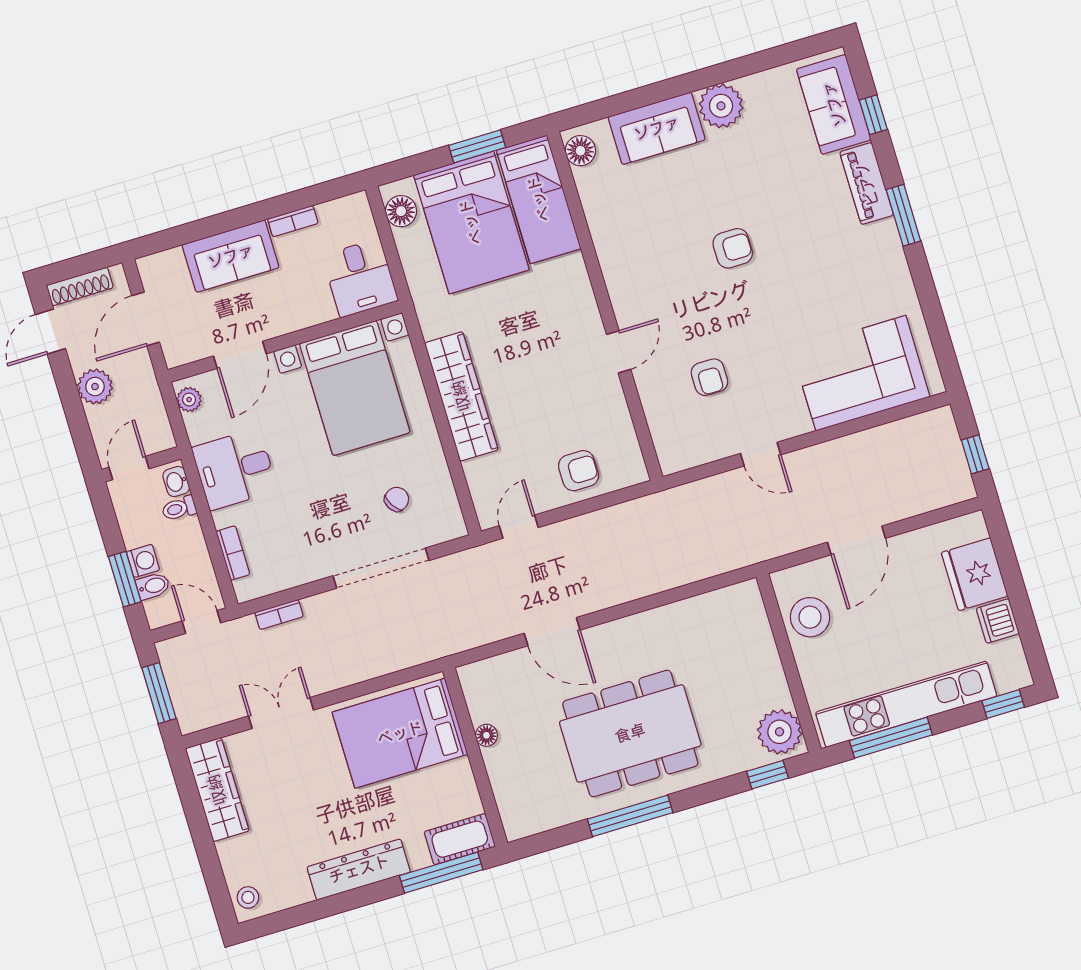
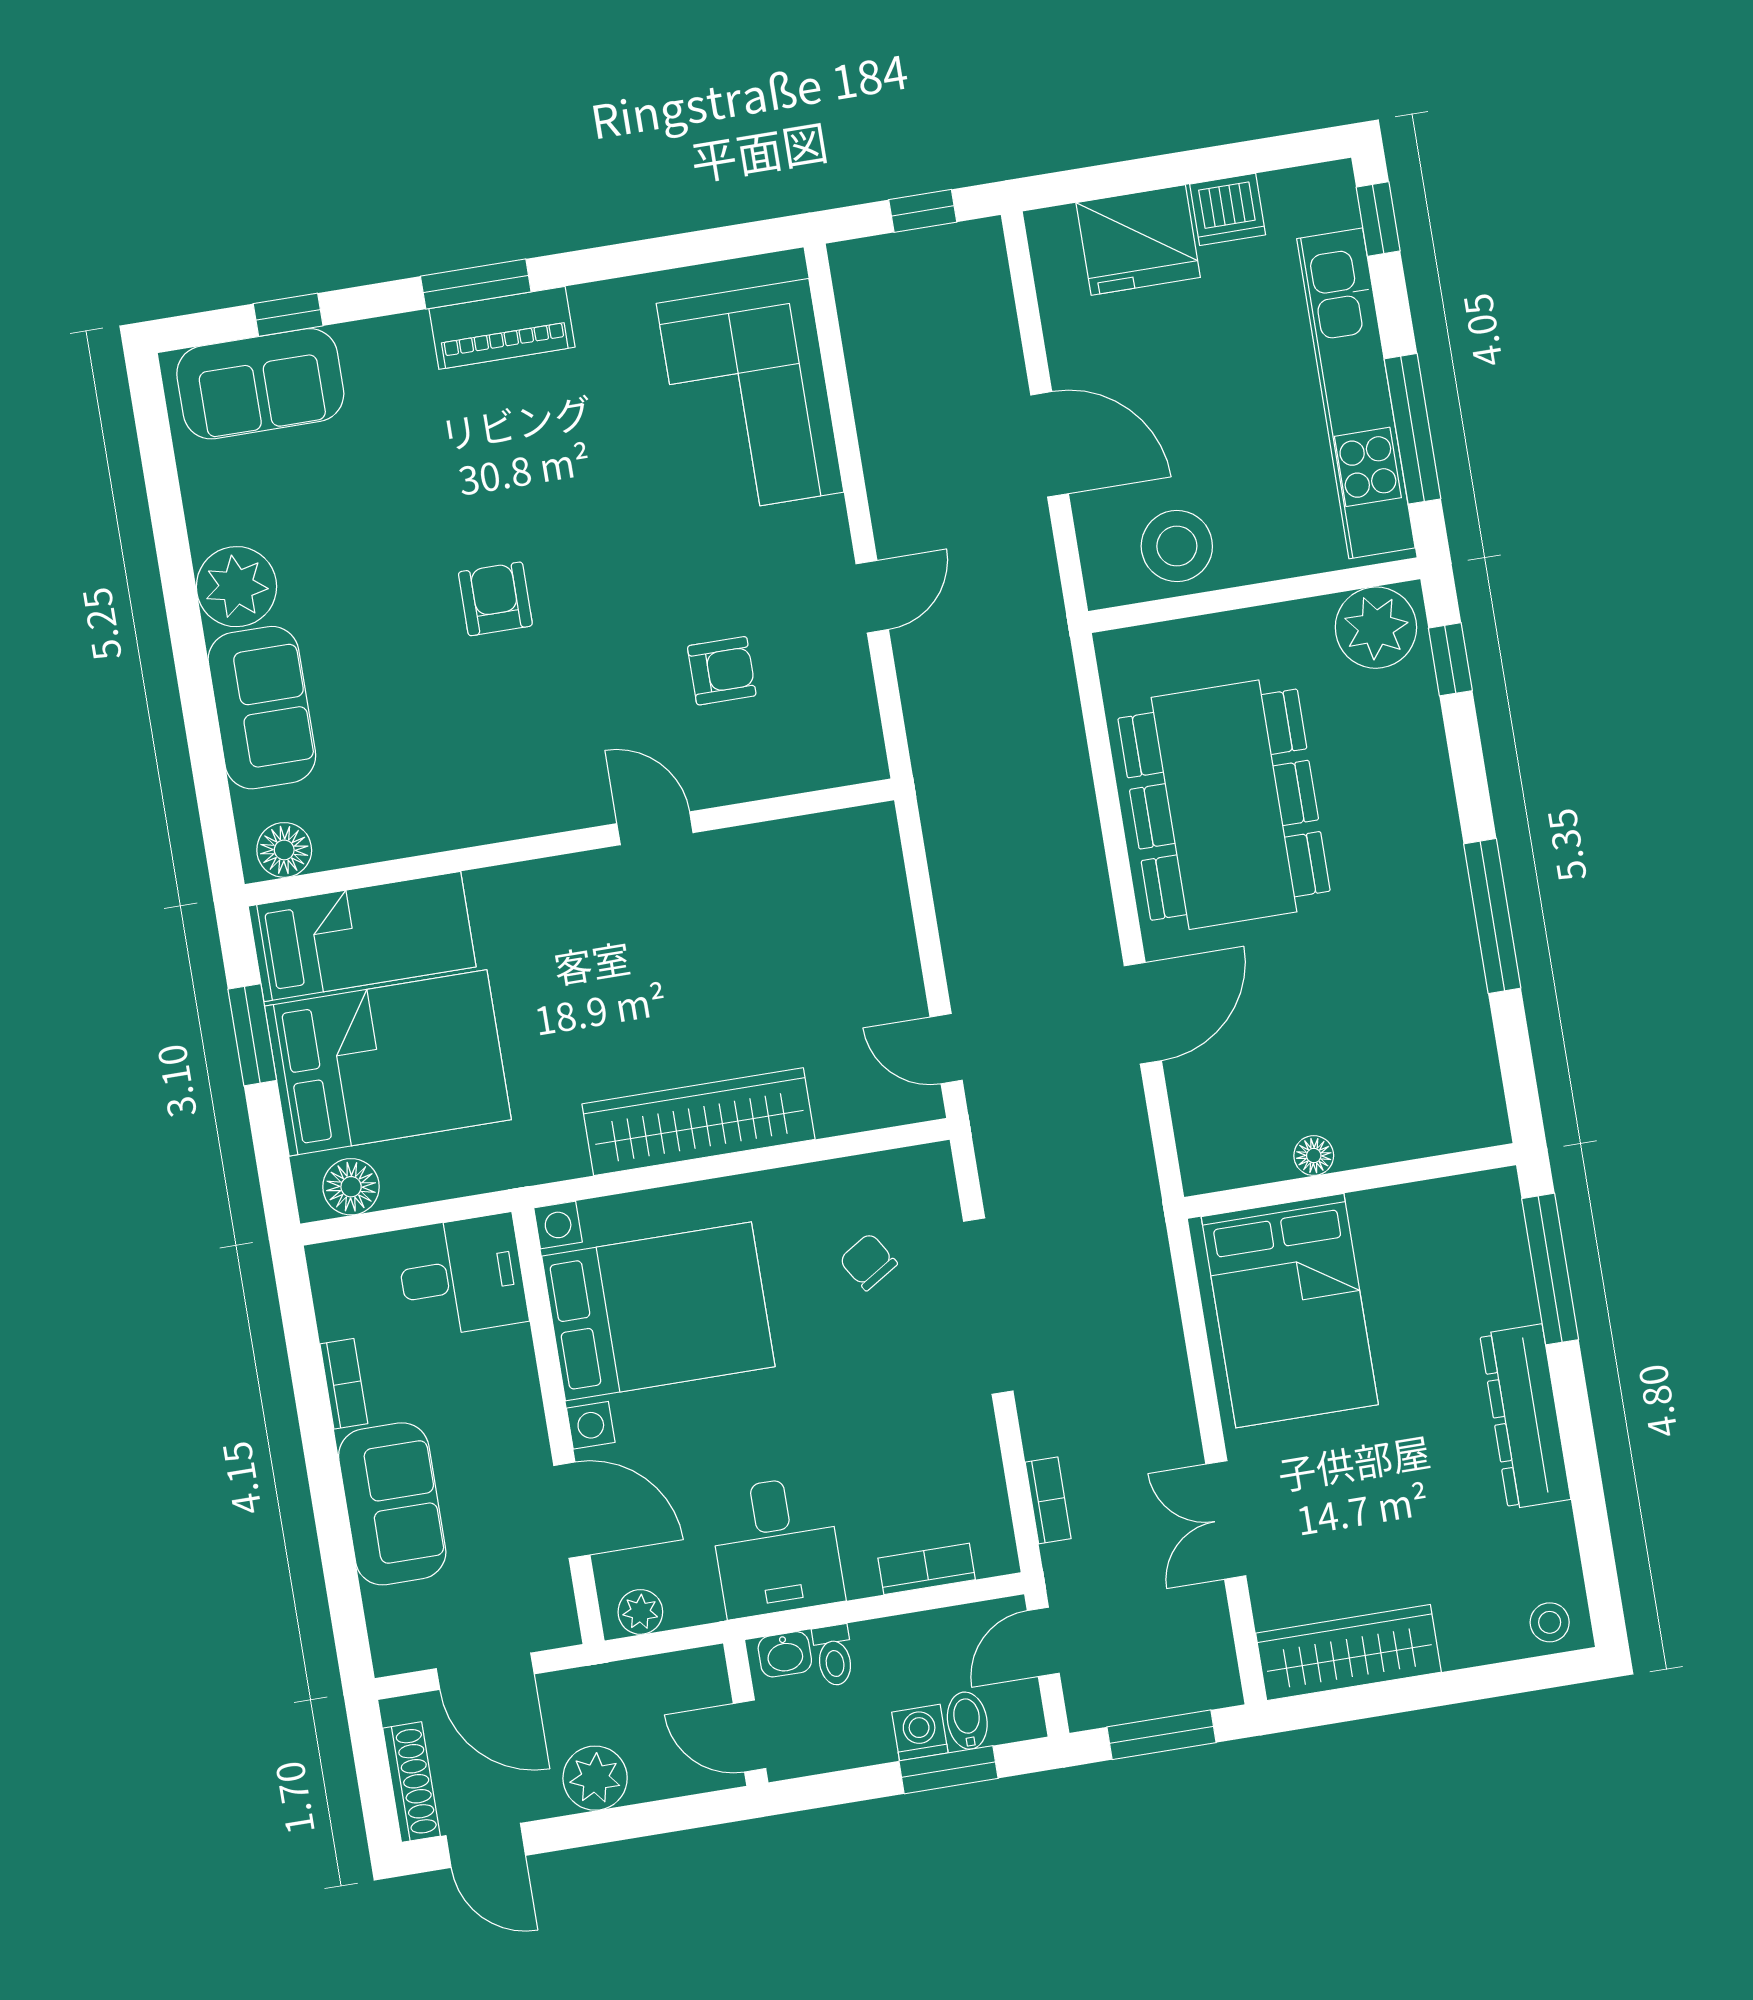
piano: (867, 184) -> (502, 328), moved
armchair: (578, 471) -> (859, 928), removed
dining table: (630, 733) -> (1224, 805), moved
cot: (460, 839) -> (1494, 1228), removed

